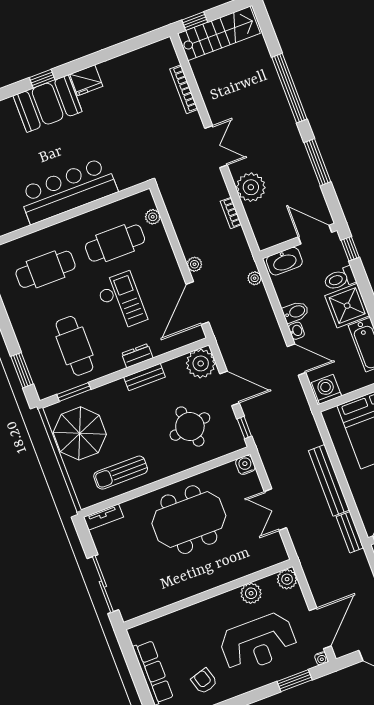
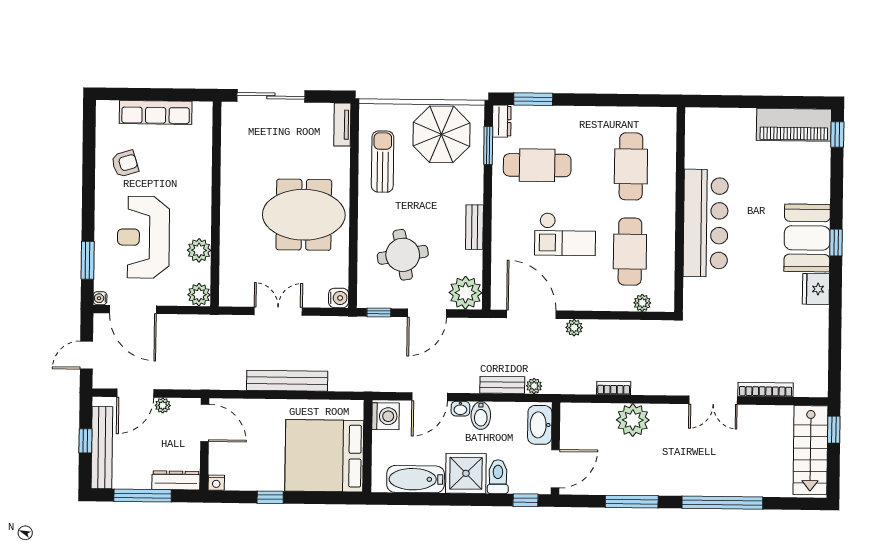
double door: (216, 147) -> (713, 400), moved
dresser: (137, 356) -> (502, 121), moved
meeting table: (189, 520) -> (304, 215), turned 90
bench: (350, 532) -> (502, 385), moved

